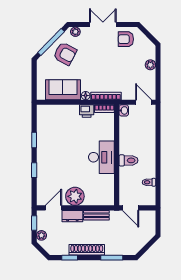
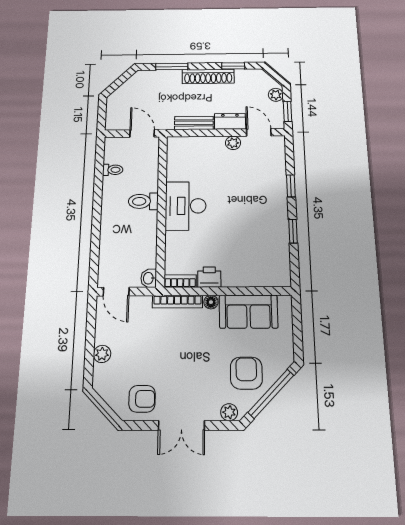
armchair: (65, 54) -> (246, 373), turned 62
plant: (75, 196) -> (233, 143), width x0.53, depth x0.53
door: (54, 208) -> (259, 132), swing flipped

